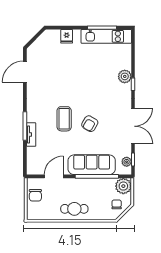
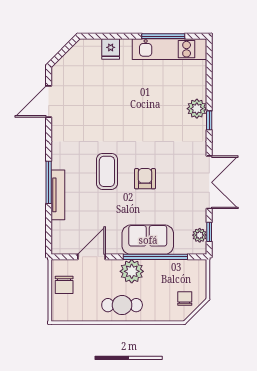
armchair: (90, 124) -> (145, 179), turned 150
tv unit: (31, 135) -> (58, 195), width x1.41
sofa: (92, 165) -> (148, 240), width x0.73
plant: (123, 186) -> (132, 271), moved

